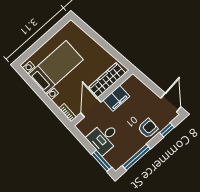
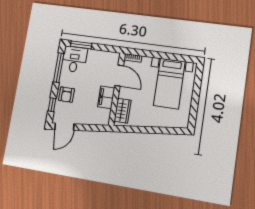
wardrobe: (107, 80) -> (123, 111), width x0.67
door: (171, 103) -> (64, 127), hinge flipped
desk: (104, 138) -> (74, 59), moved

